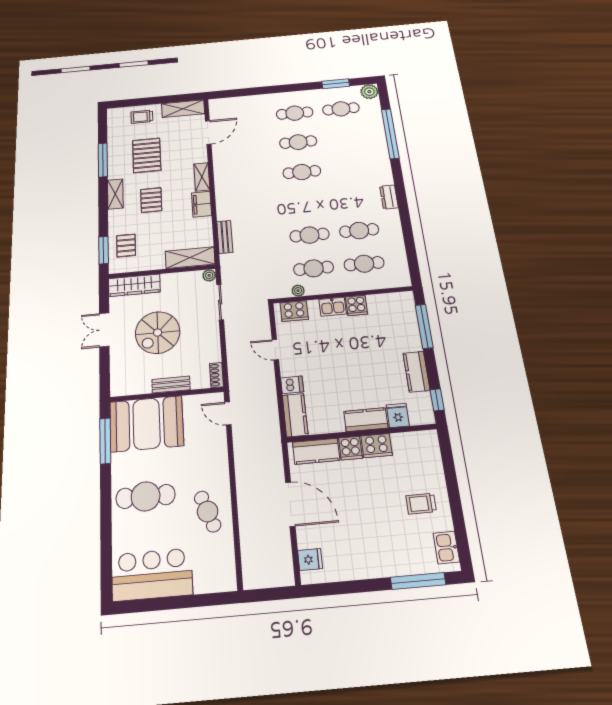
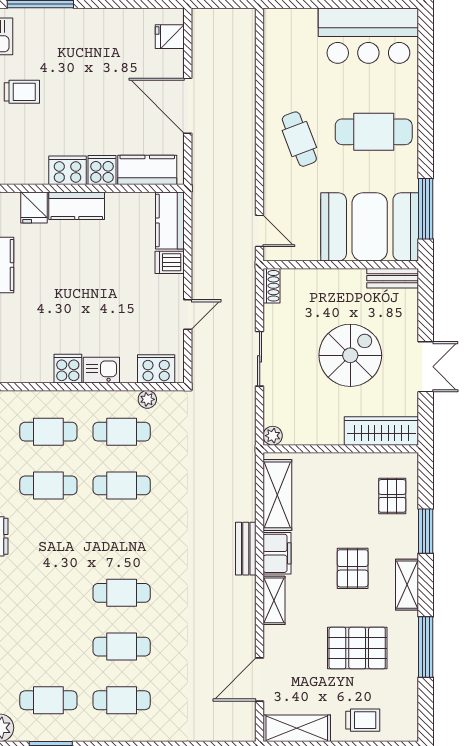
pallet: (147, 155) -> (357, 648), turned 90
bench: (225, 237) -> (246, 549), moved
window: (104, 250) -> (426, 531), moved
shelving: (190, 258) -> (277, 495), moved, turned 90
sliding door: (220, 302) -> (260, 359), moved
door: (275, 350) -> (188, 314), hinge flipped
bench: (171, 385) -> (393, 278), moved
cafe table: (208, 512) -> (299, 139), moved

